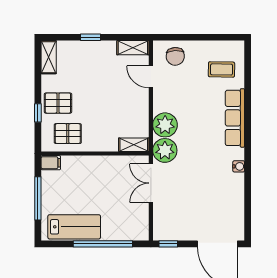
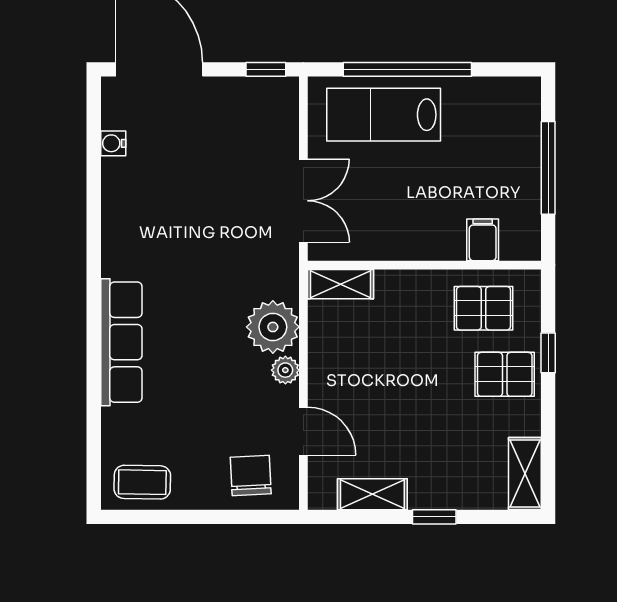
shelving: (133, 48) -> (372, 494), moved
coffee table: (221, 69) -> (142, 482), moved
plant: (165, 150) -> (285, 370), moved, width x0.53, depth x0.53
filing cabinet: (51, 163) -> (483, 240), moved, turned 90
water cooler: (239, 166) -> (113, 143), moved
lab bench: (74, 227) -> (384, 115), moved

